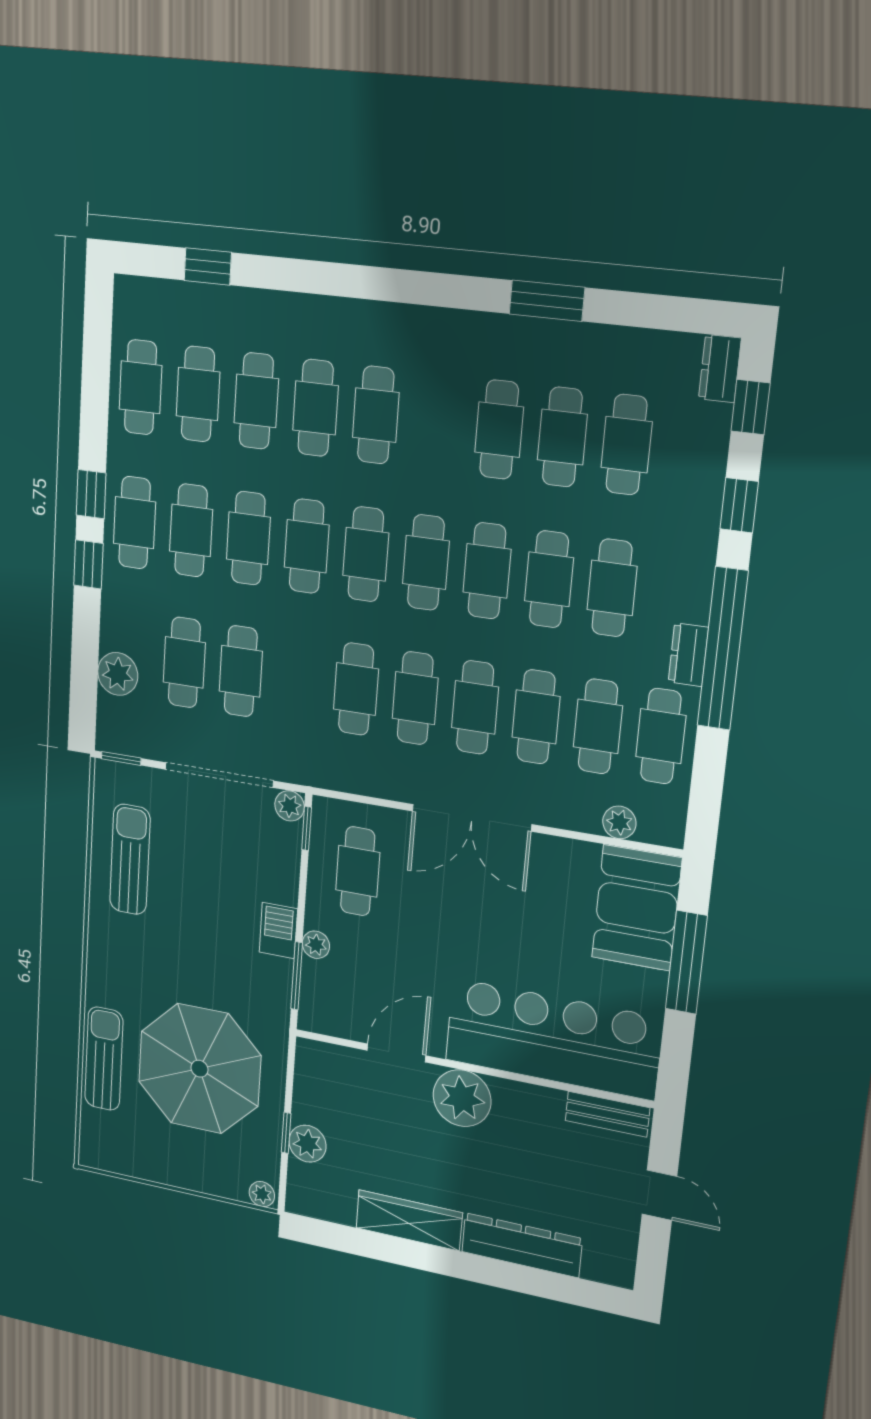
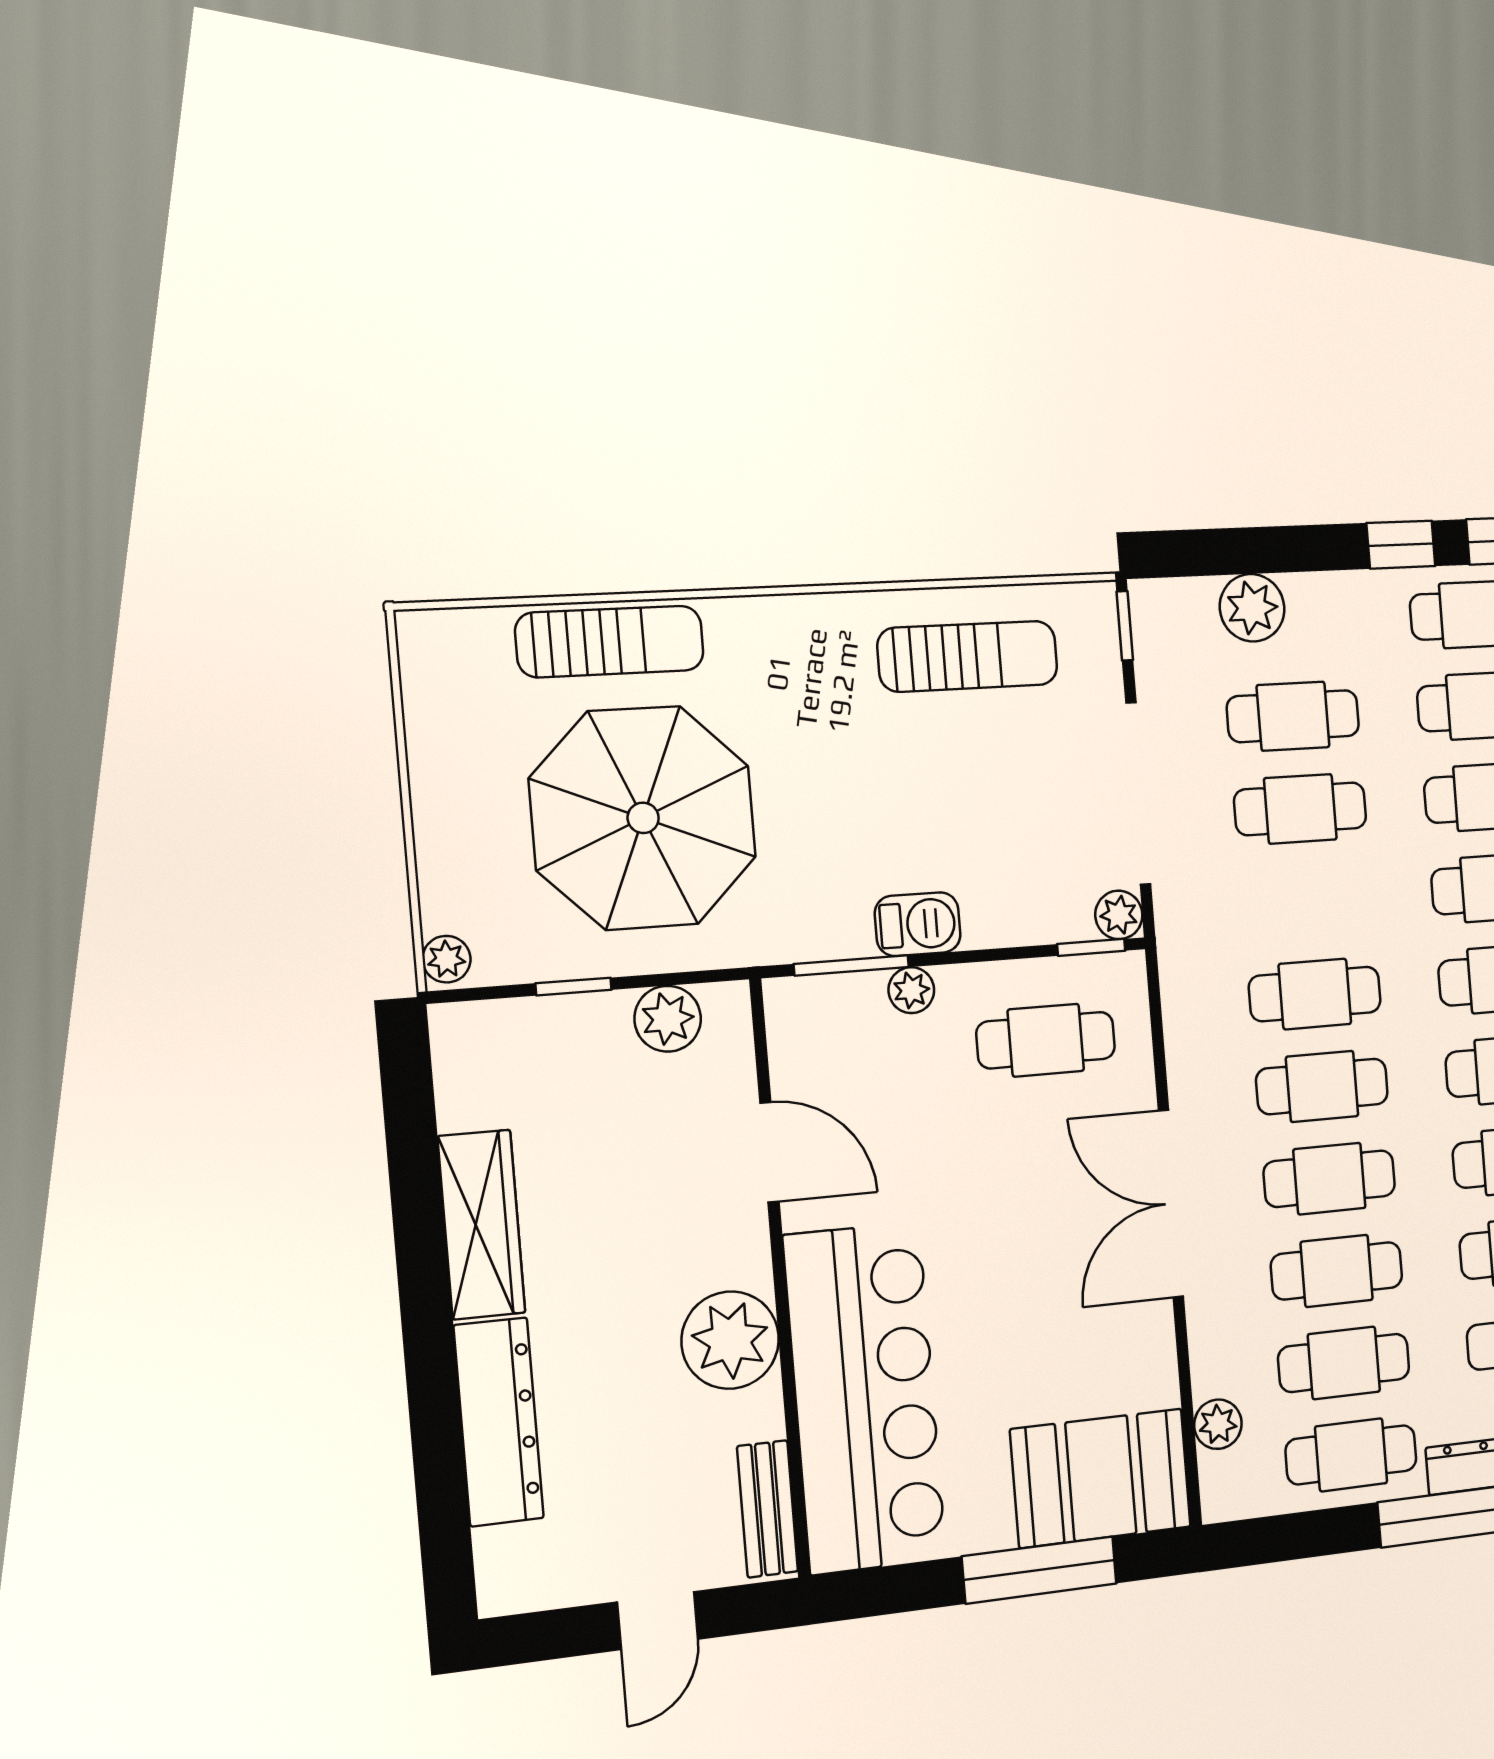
plant: (462, 1098) -> (730, 1340), moved
plant: (308, 1144) -> (668, 1019), moved

